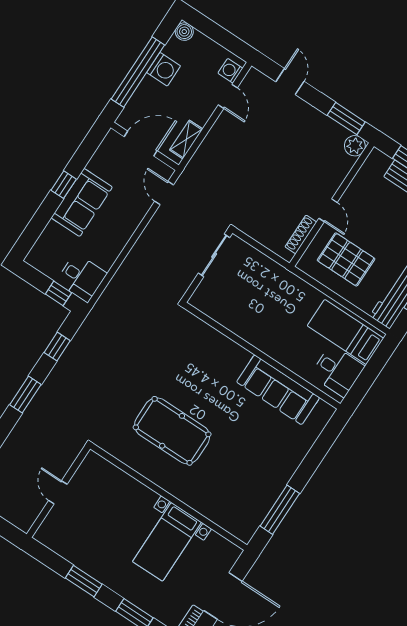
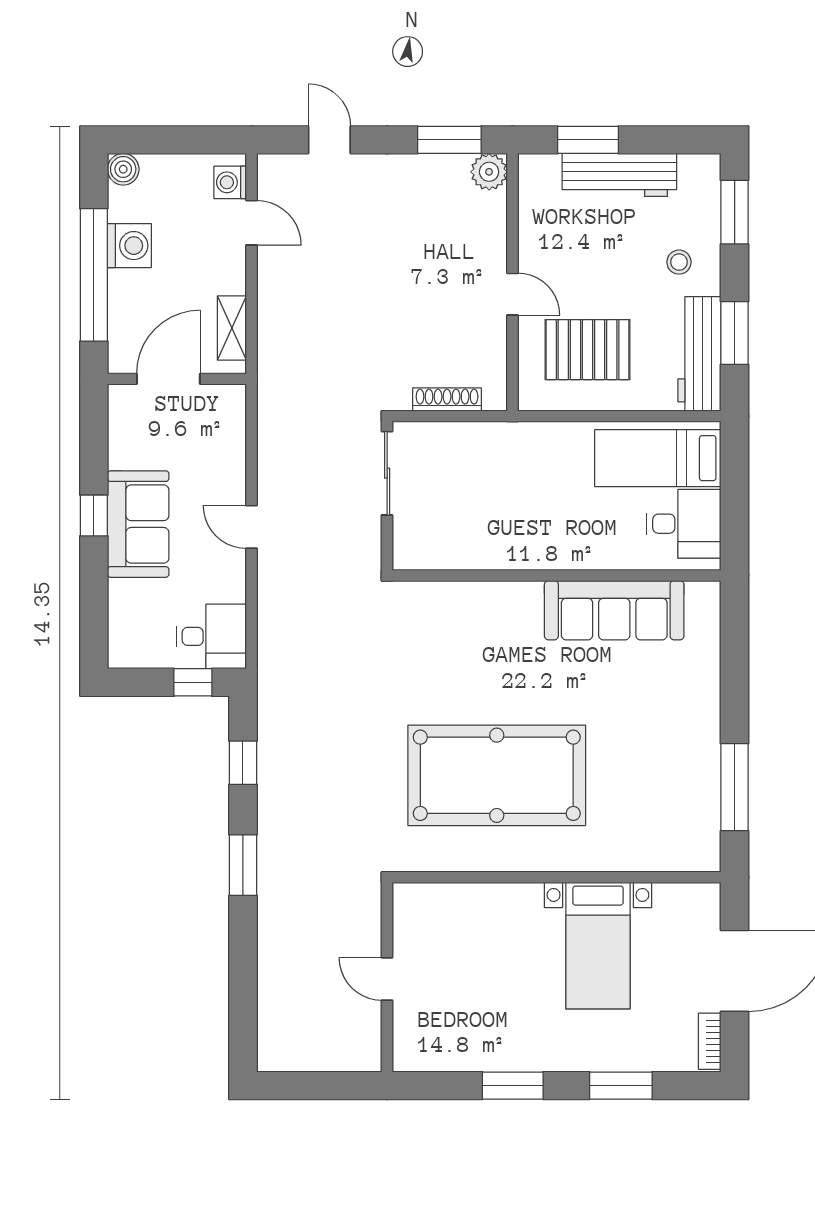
door: (164, 193) -> (251, 527), moved
shoe rack: (301, 234) -> (447, 399), moved, turned 90
pool table: (172, 431) -> (497, 775), width x1.36, depth x1.32

